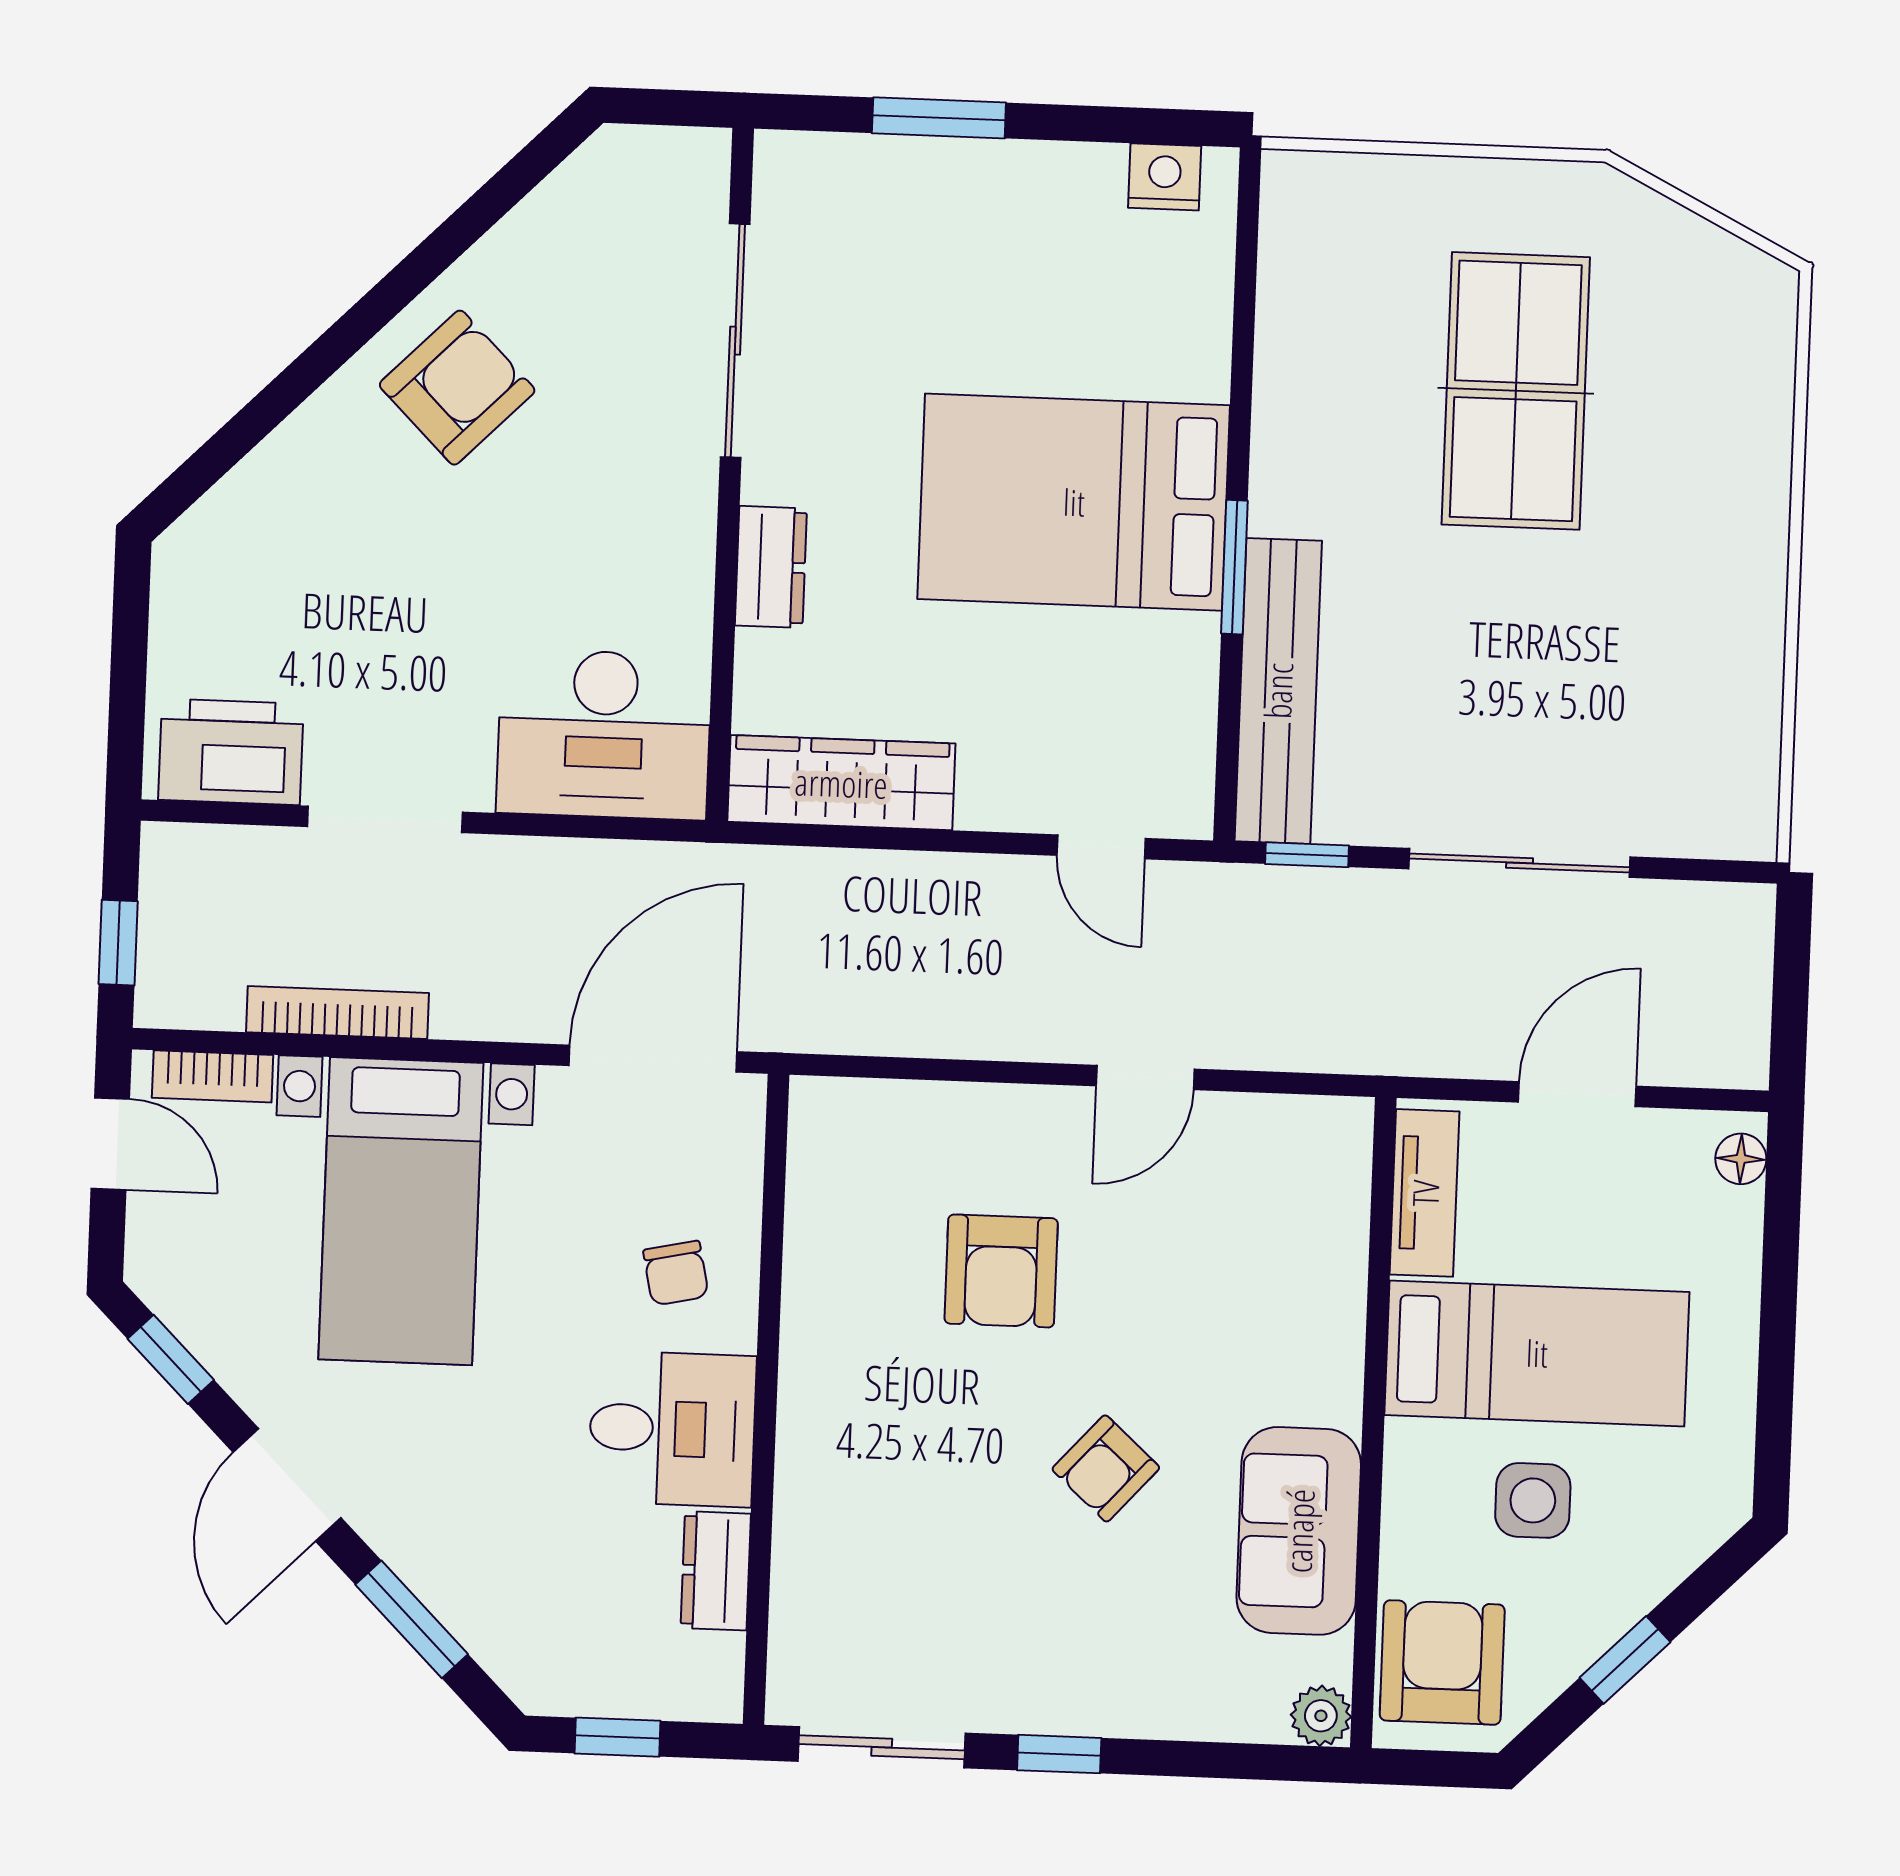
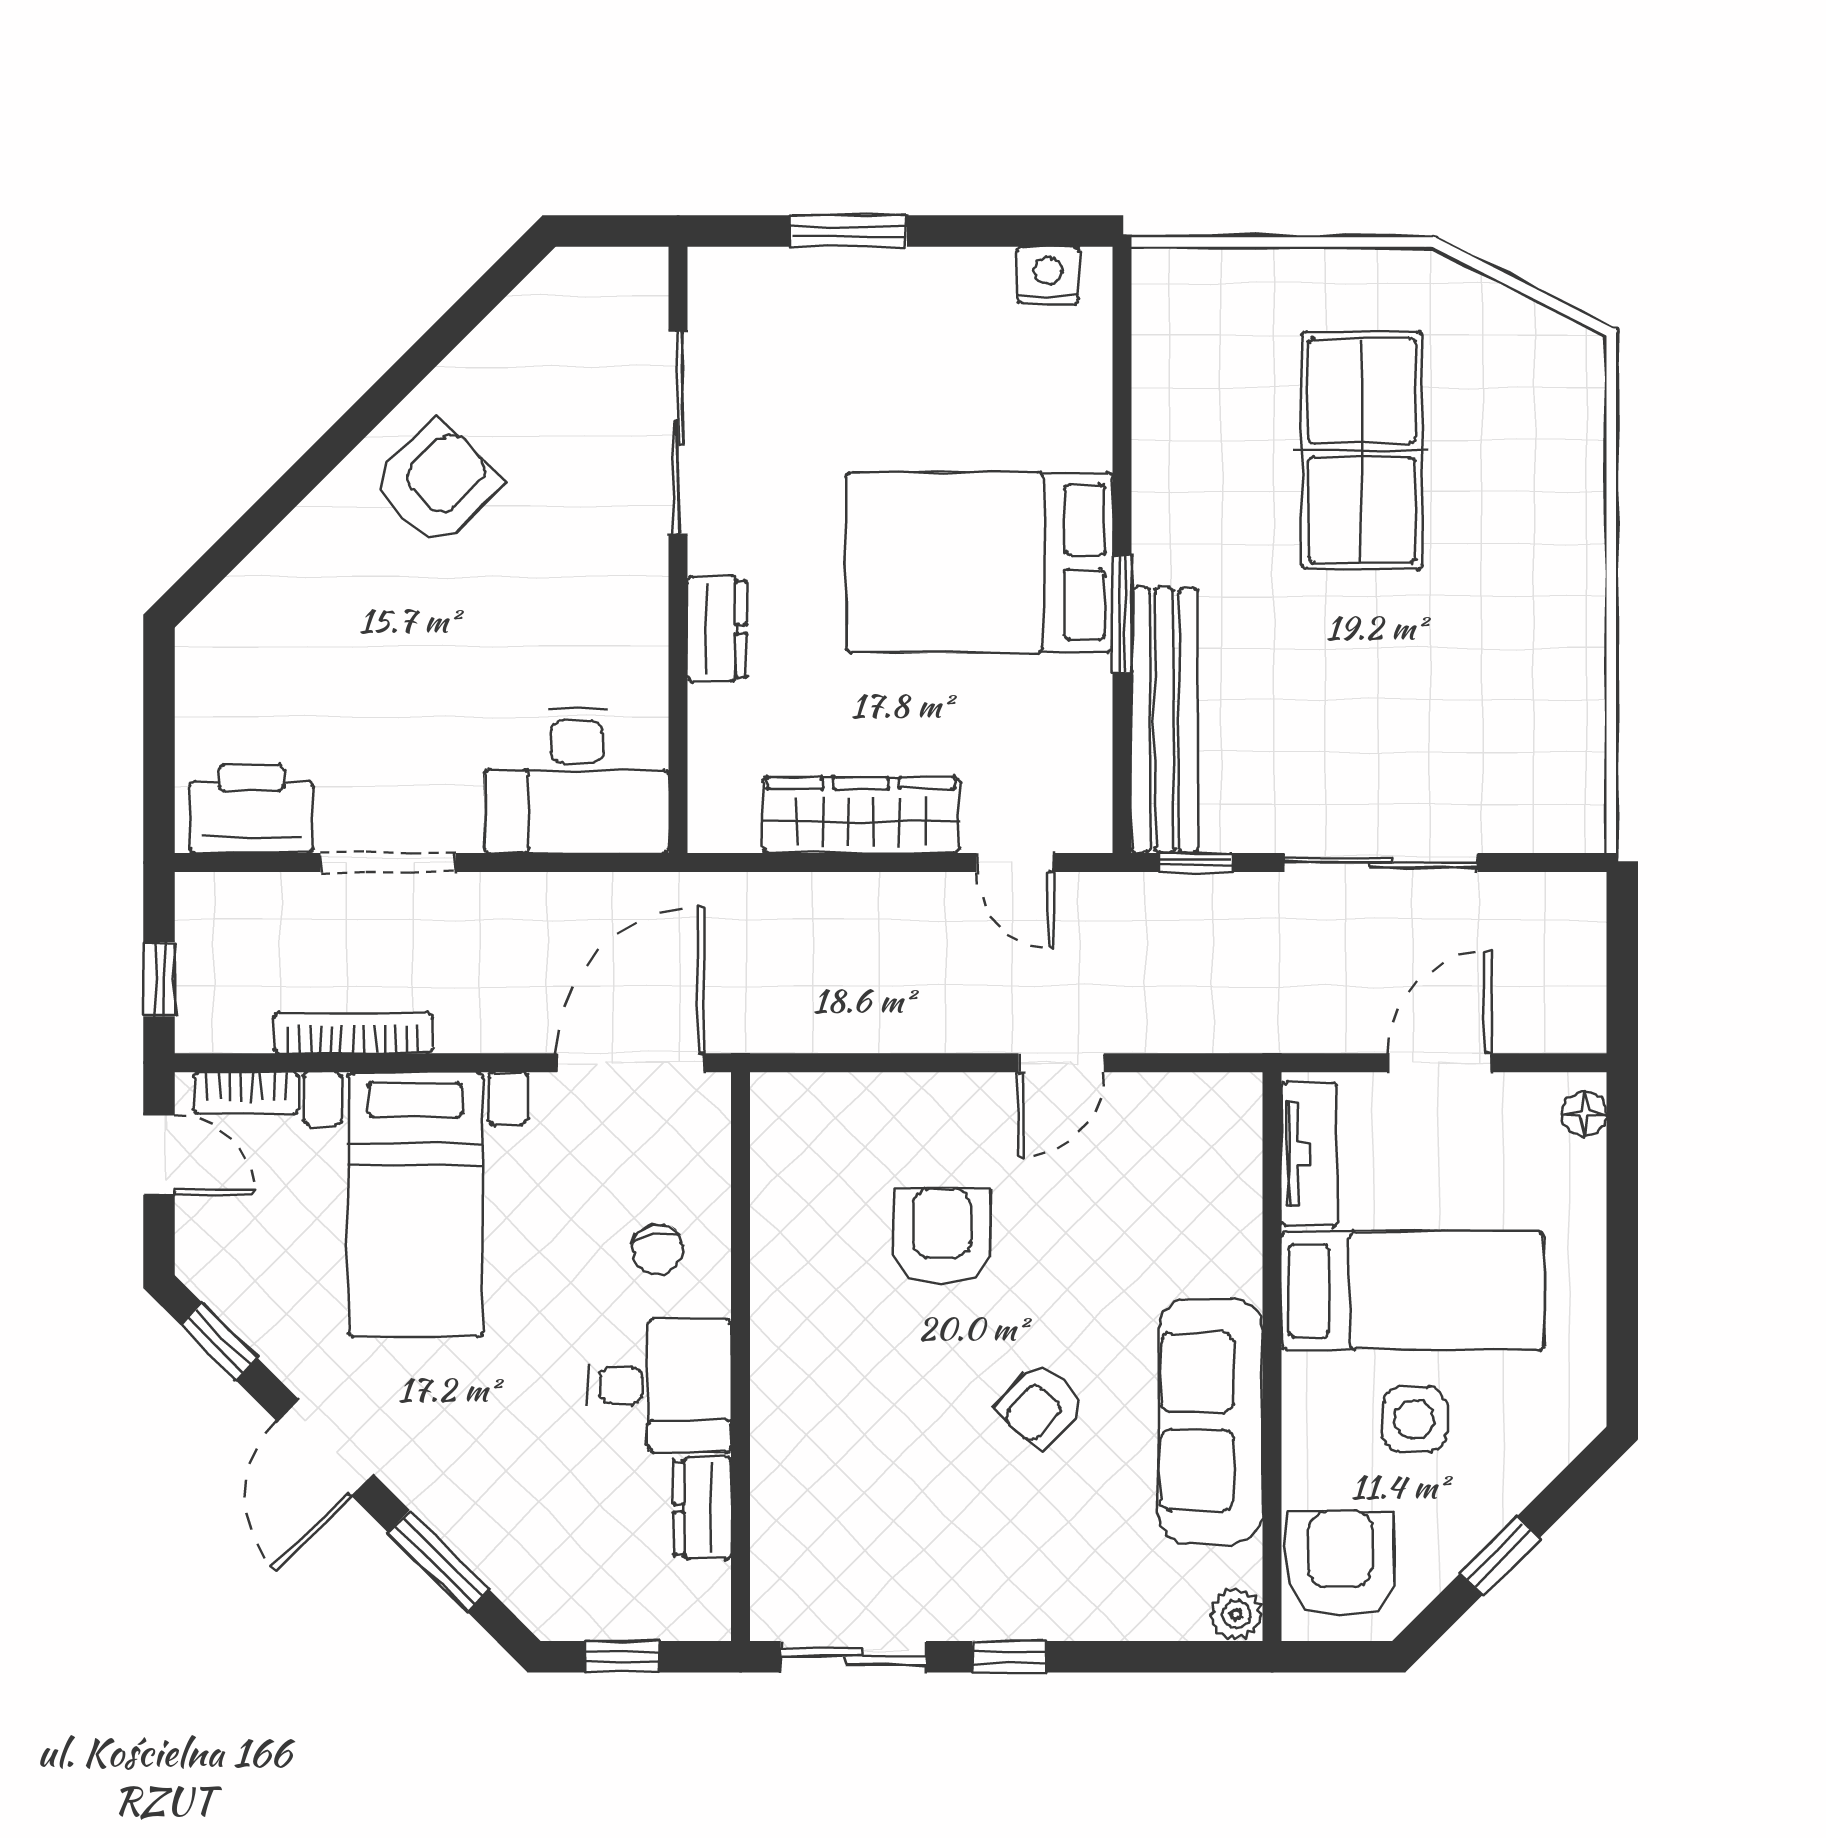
wardrobe: (841, 783) -> (861, 815), moved
armchair: (1001, 1271) -> (942, 1236), turned 180
sofa: (1299, 1531) -> (1211, 1421), width x1.36

